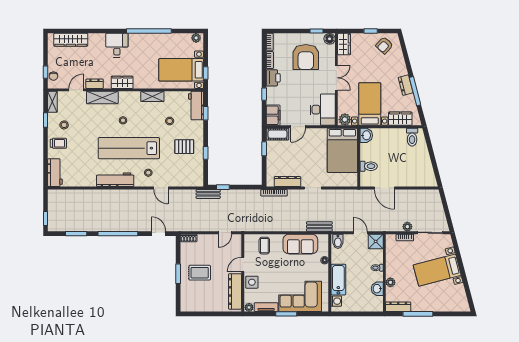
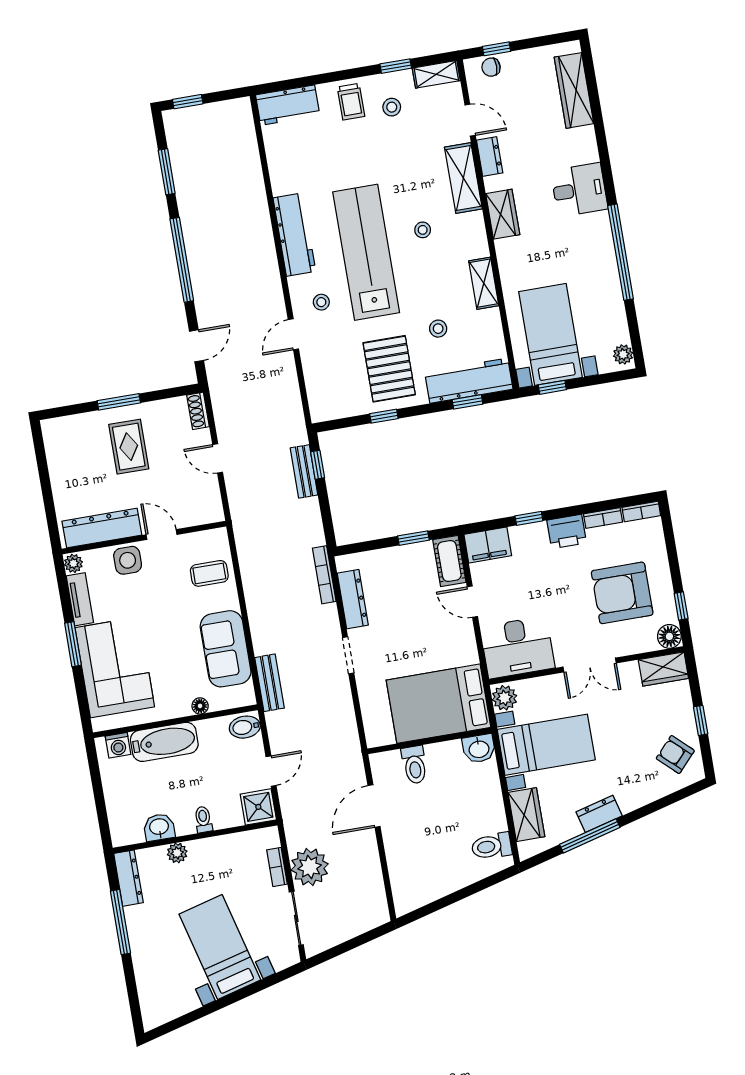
workbench: (196, 106) -> (469, 381), width x1.38
pallet: (184, 147) -> (389, 369), width x1.50, depth x1.42
bench: (208, 194) -> (304, 471), moved
plant: (407, 227) -> (310, 867), width x1.88, depth x1.88
door: (225, 233) -> (218, 458), moved

